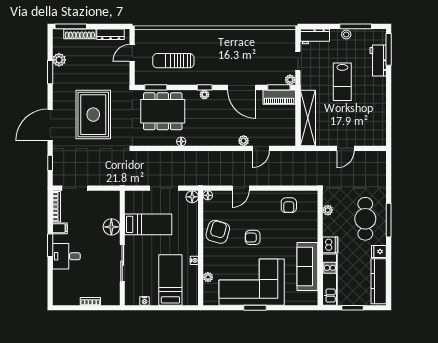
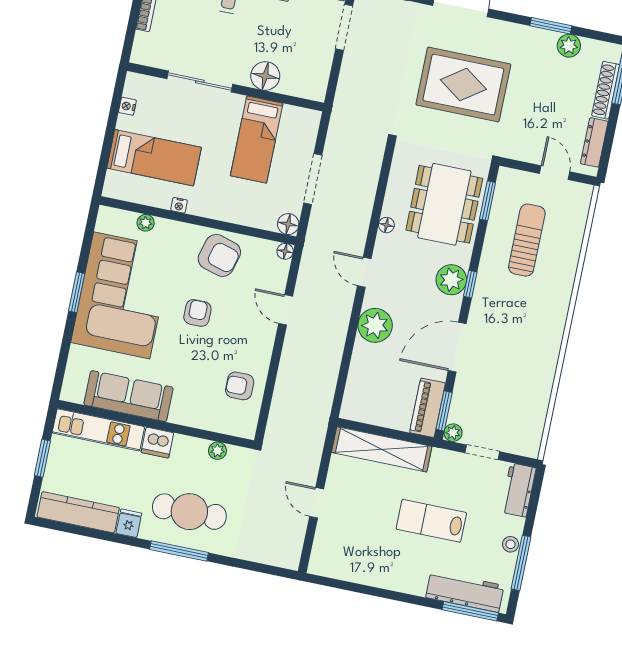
workbench: (378, 61) -> (465, 591), width x1.38
plant: (204, 95) -> (451, 280), width x1.88, depth x1.88
plant: (244, 141) -> (375, 325), width x1.88, depth x1.88
door: (261, 148) -> (364, 272), moved

